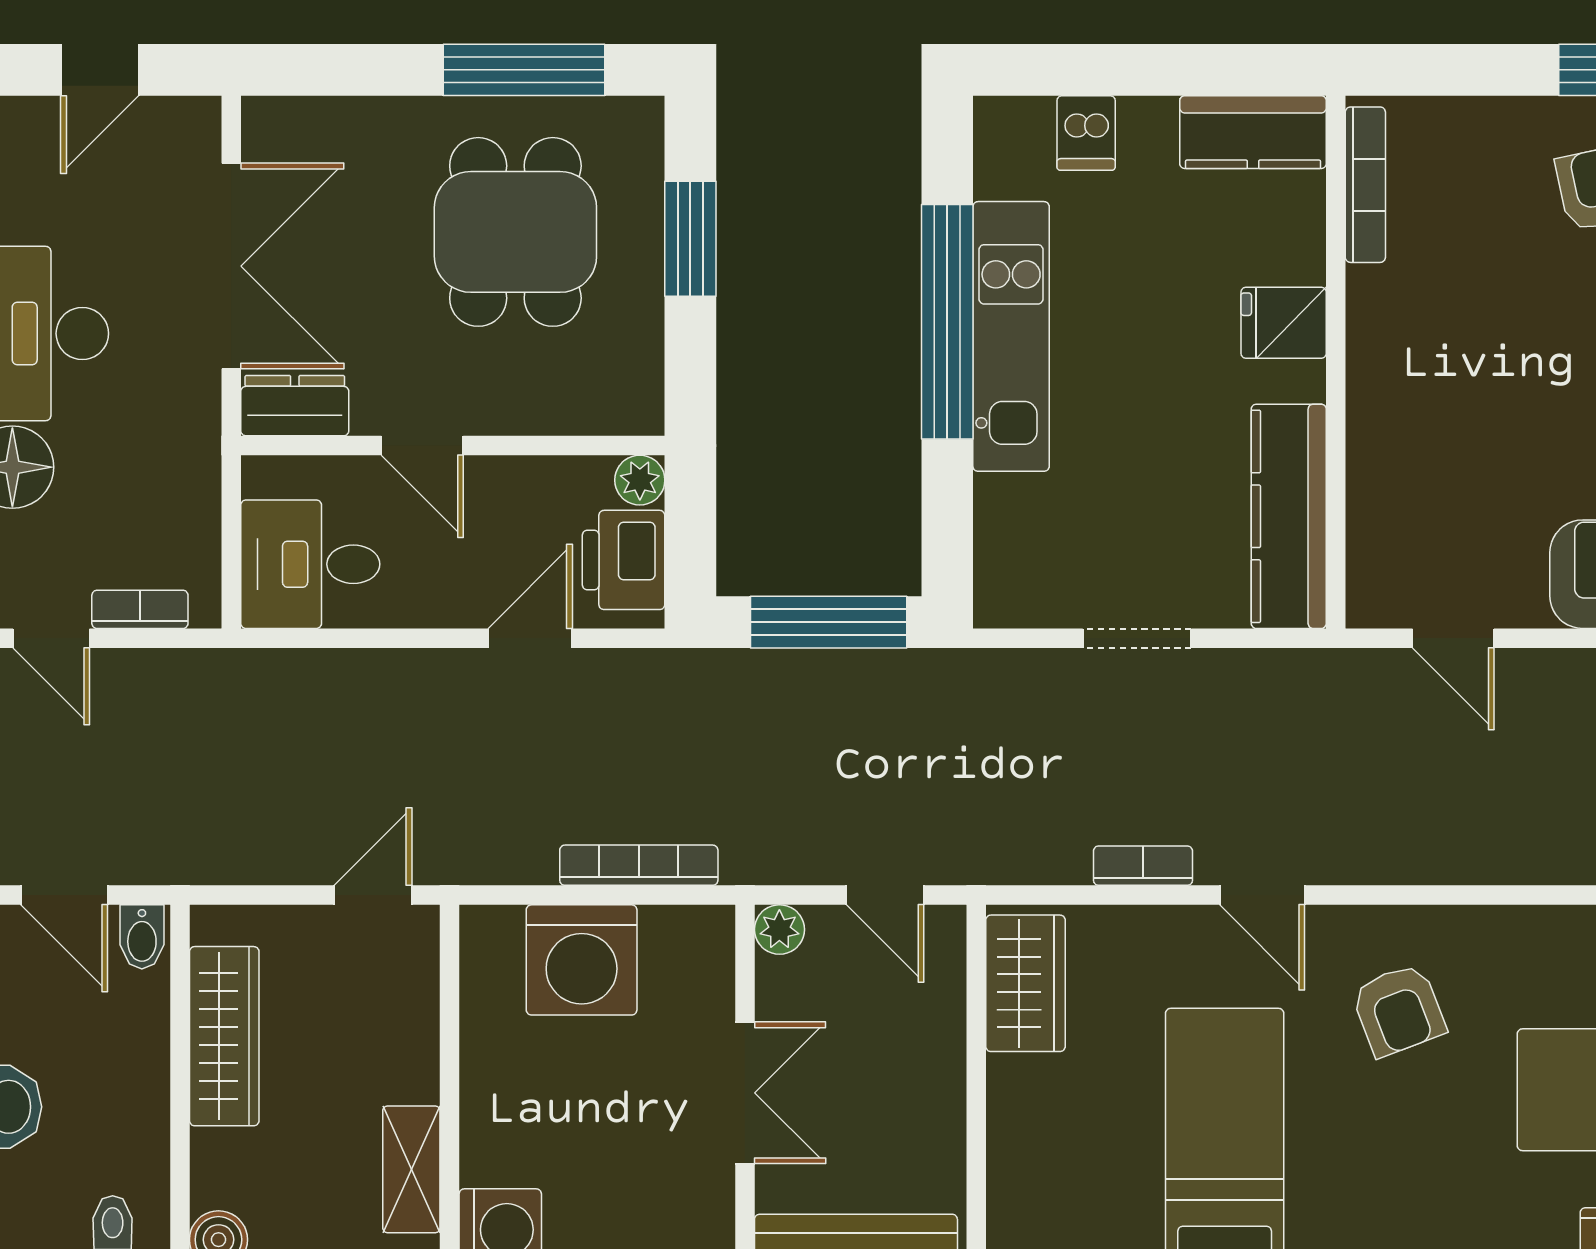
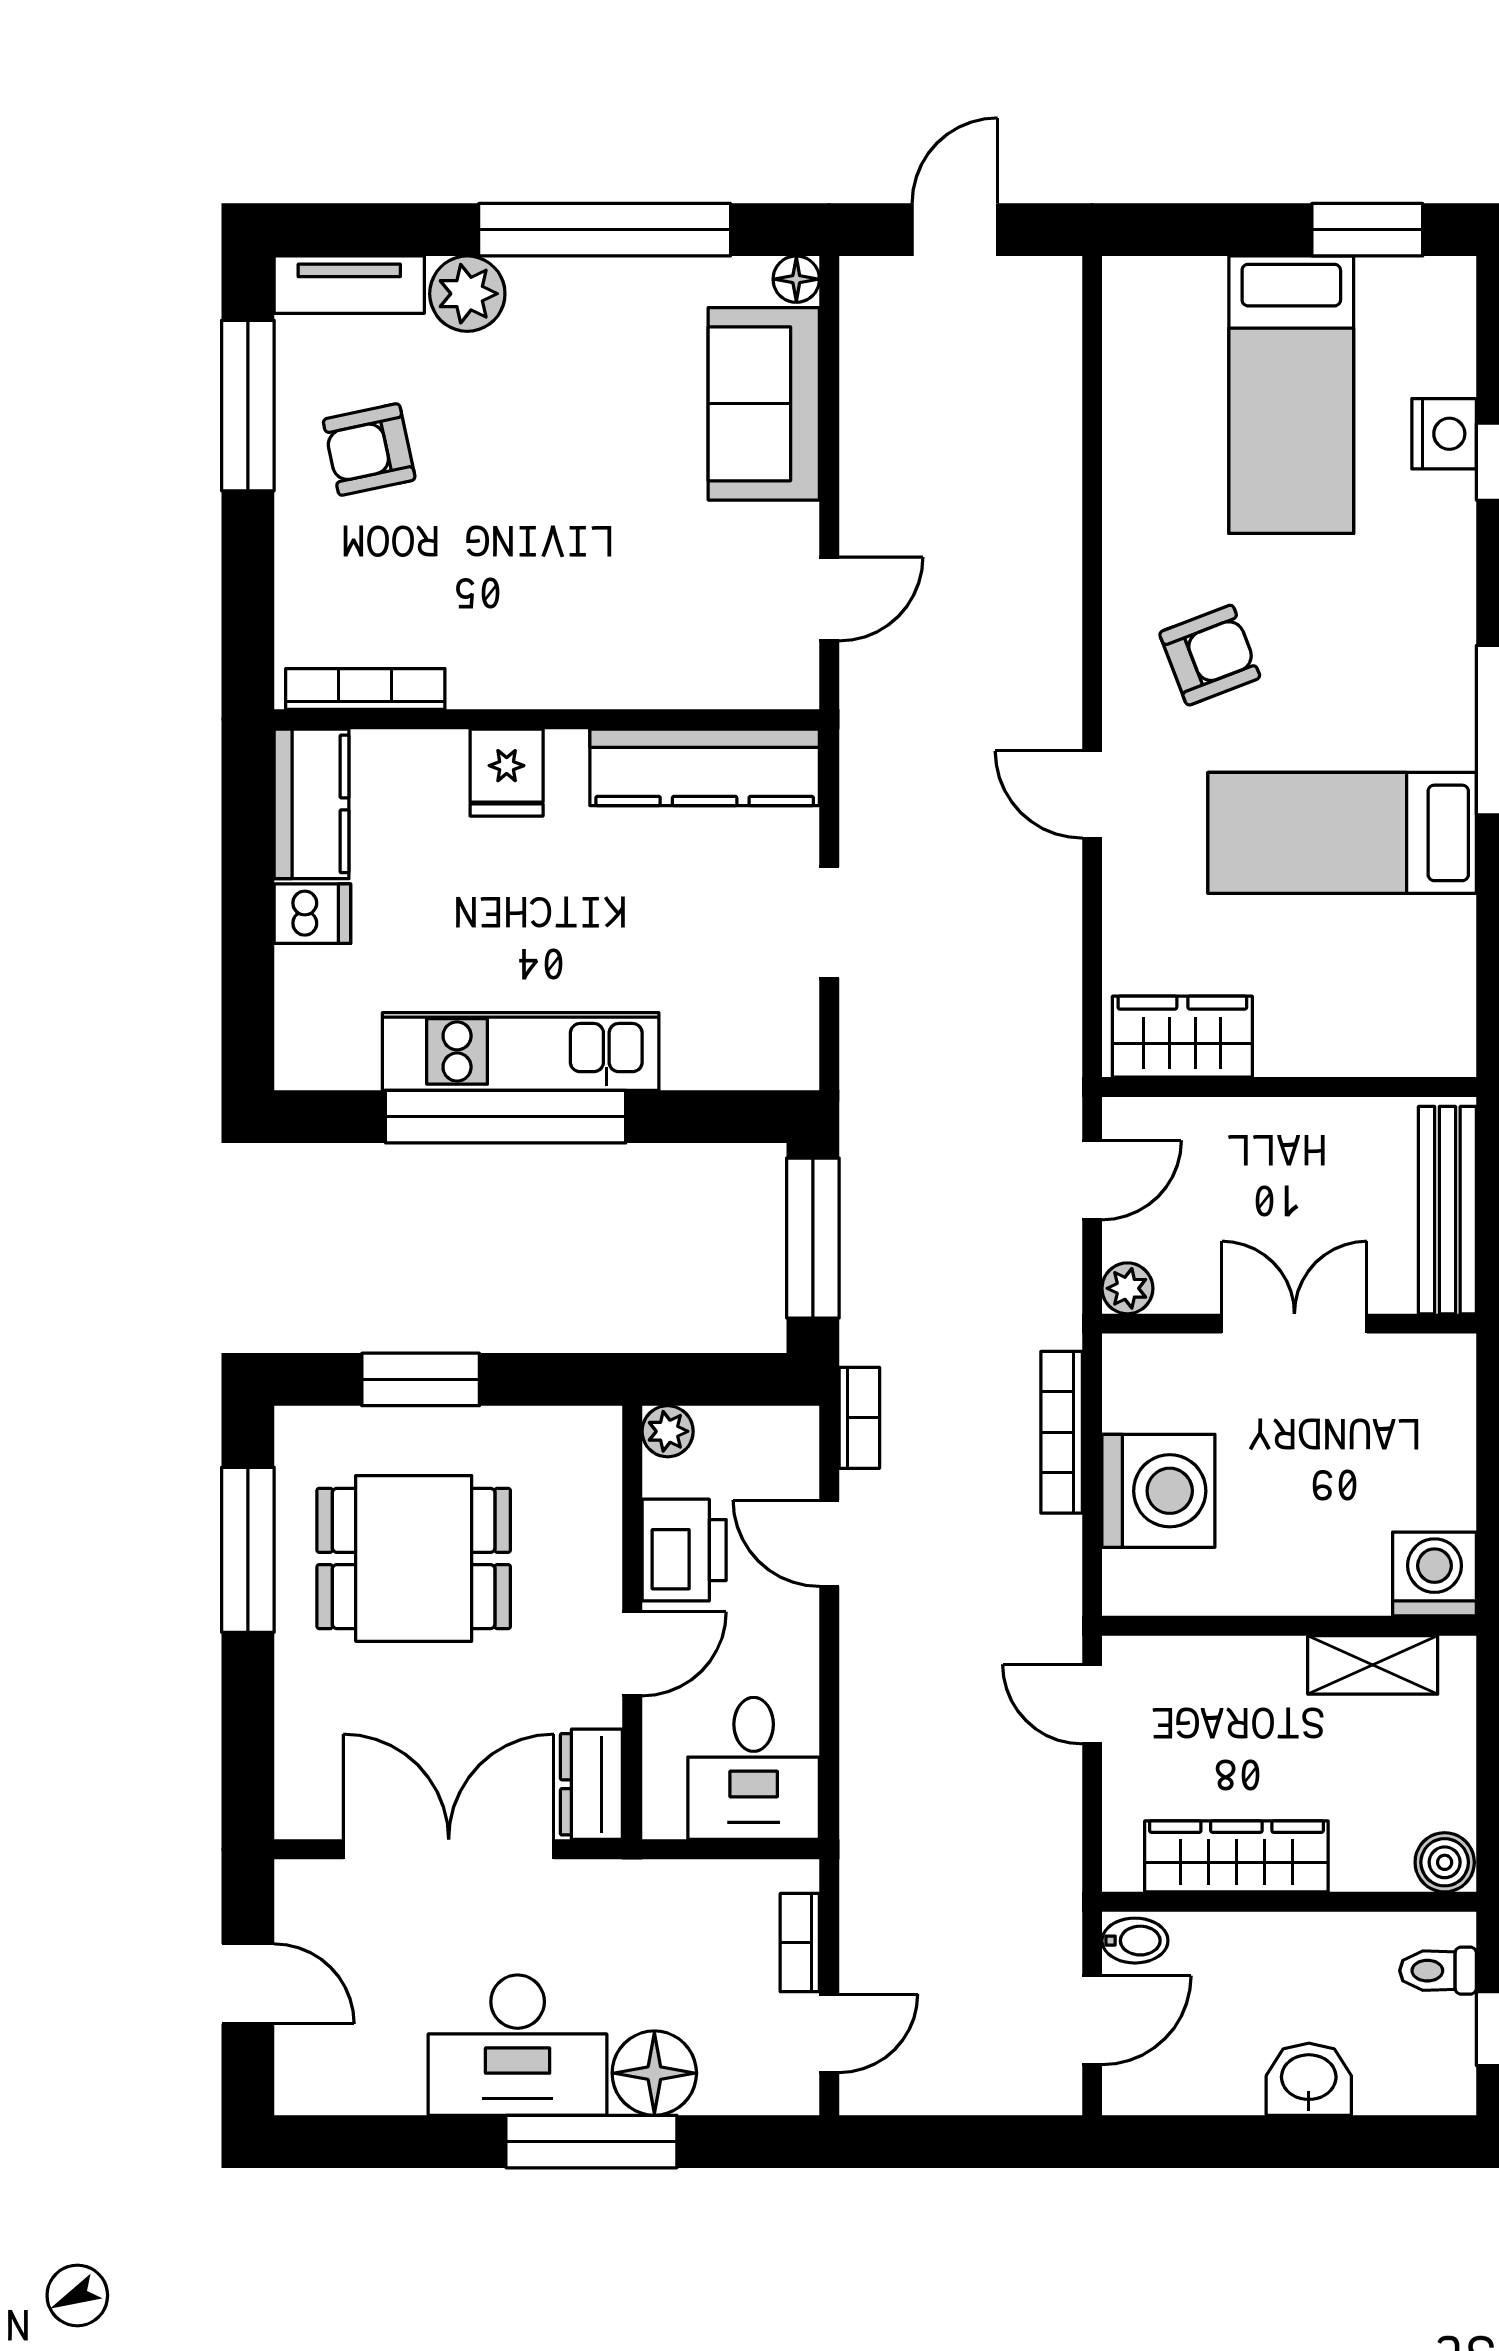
dishwasher: (1086, 133) -> (312, 914), moved
printer: (624, 560) -> (684, 1550), moved, turned -90
bookcase: (1143, 866) -> (859, 1418), moved, turned 180
door: (1262, 895) -> (1092, 795), swing flipped

